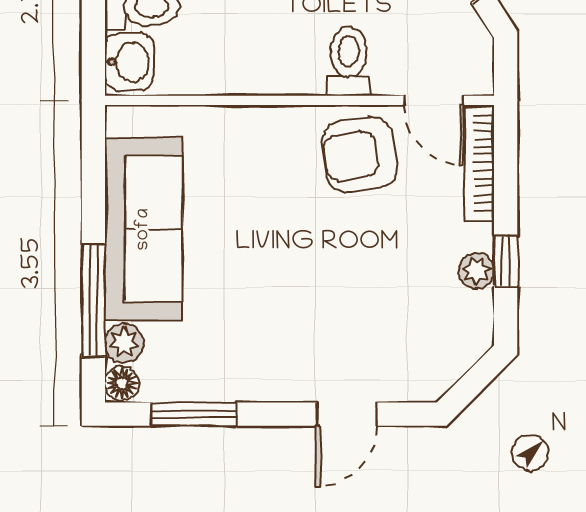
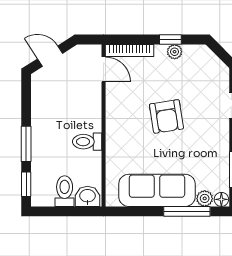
toilet: (349, 61) -> (87, 142), moved
door: (434, 100) -> (103, 69), hinge flipped
armchair: (359, 155) -> (166, 116), moved

